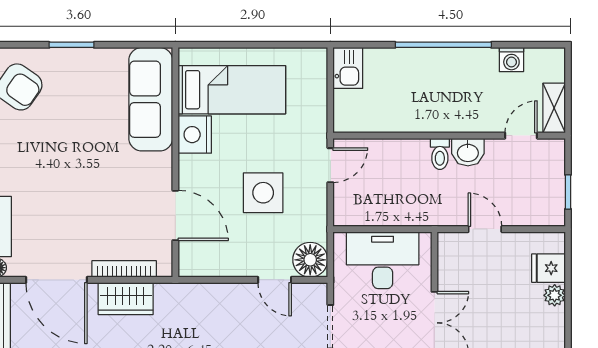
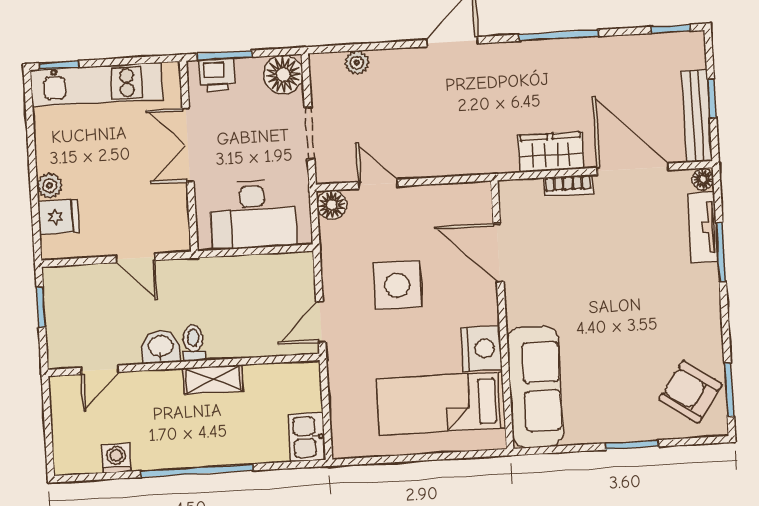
shelving: (554, 108) -> (213, 379), moved, turned 90
floor lamp: (310, 260) -> (332, 205), width x0.73, depth x0.73
bookcase: (124, 269) -> (568, 186), width x0.64

